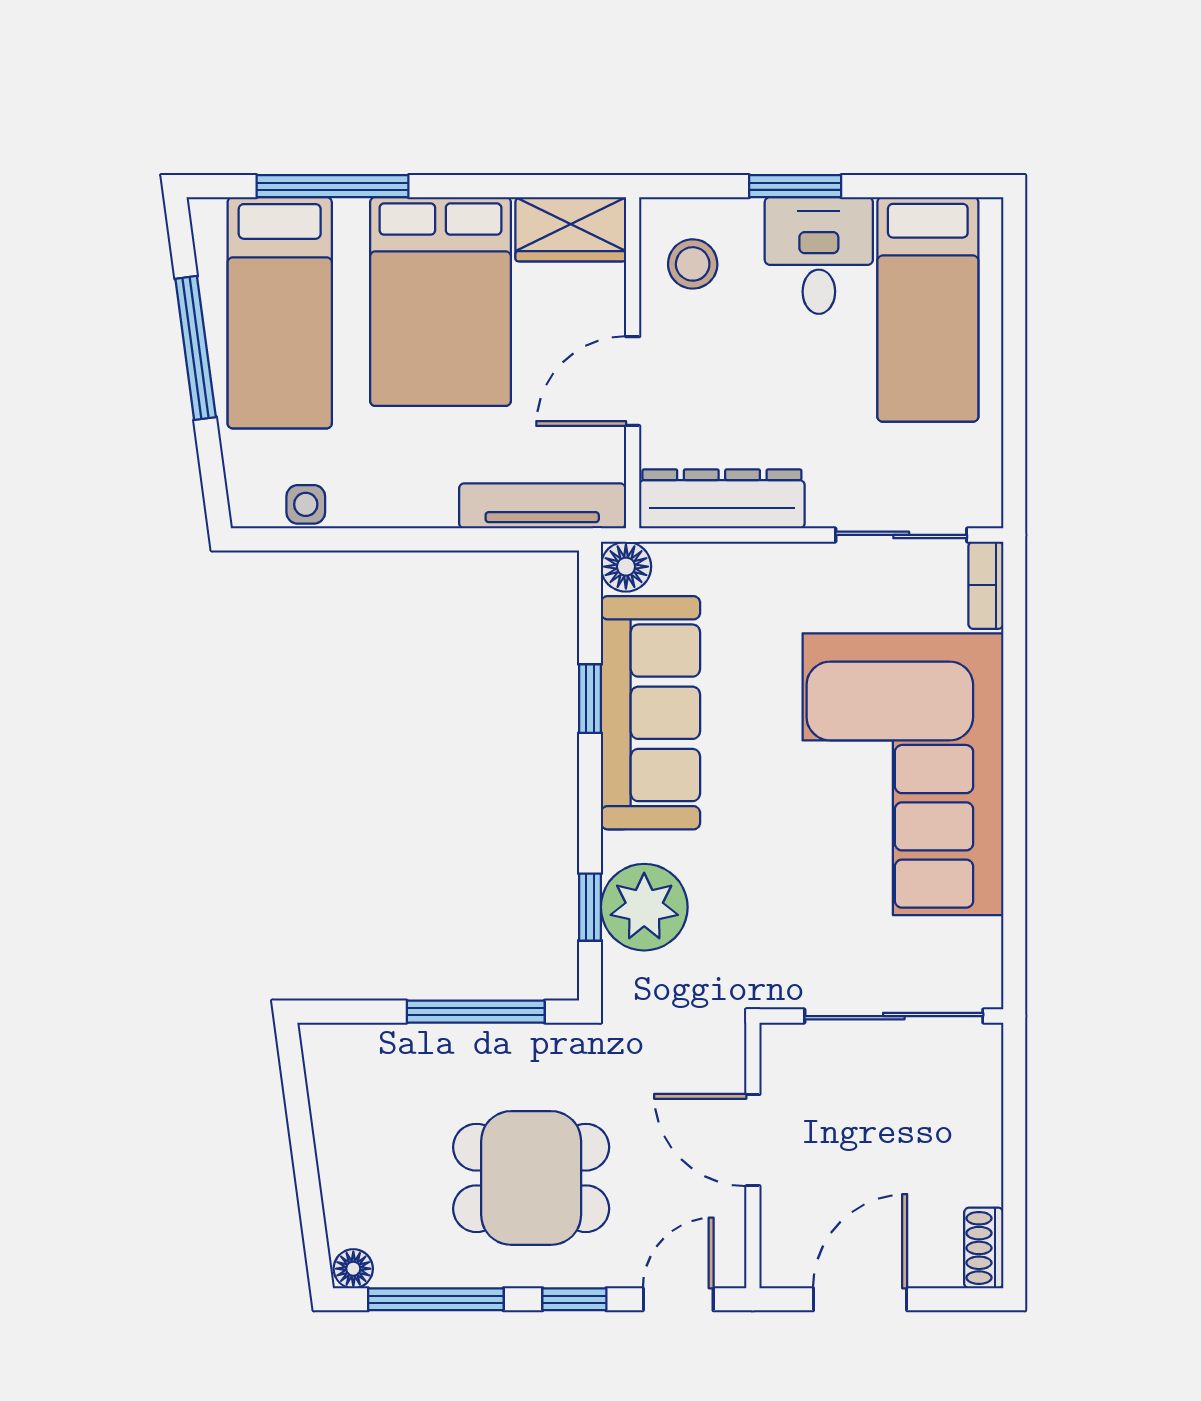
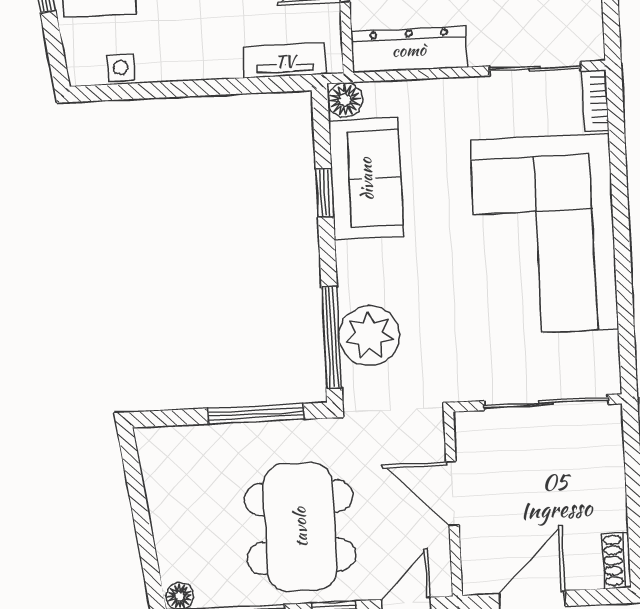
tv unit: (542, 506) -> (285, 61), width x0.71
sofa: (650, 713) -> (366, 179), width x0.73
window: (590, 907) -> (332, 337), width x2.17
dining table: (531, 1178) -> (300, 527), width x1.38

